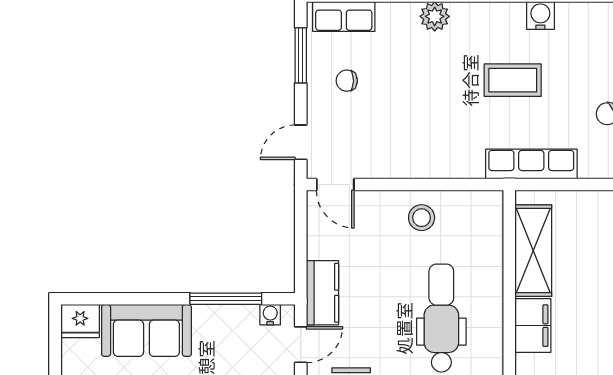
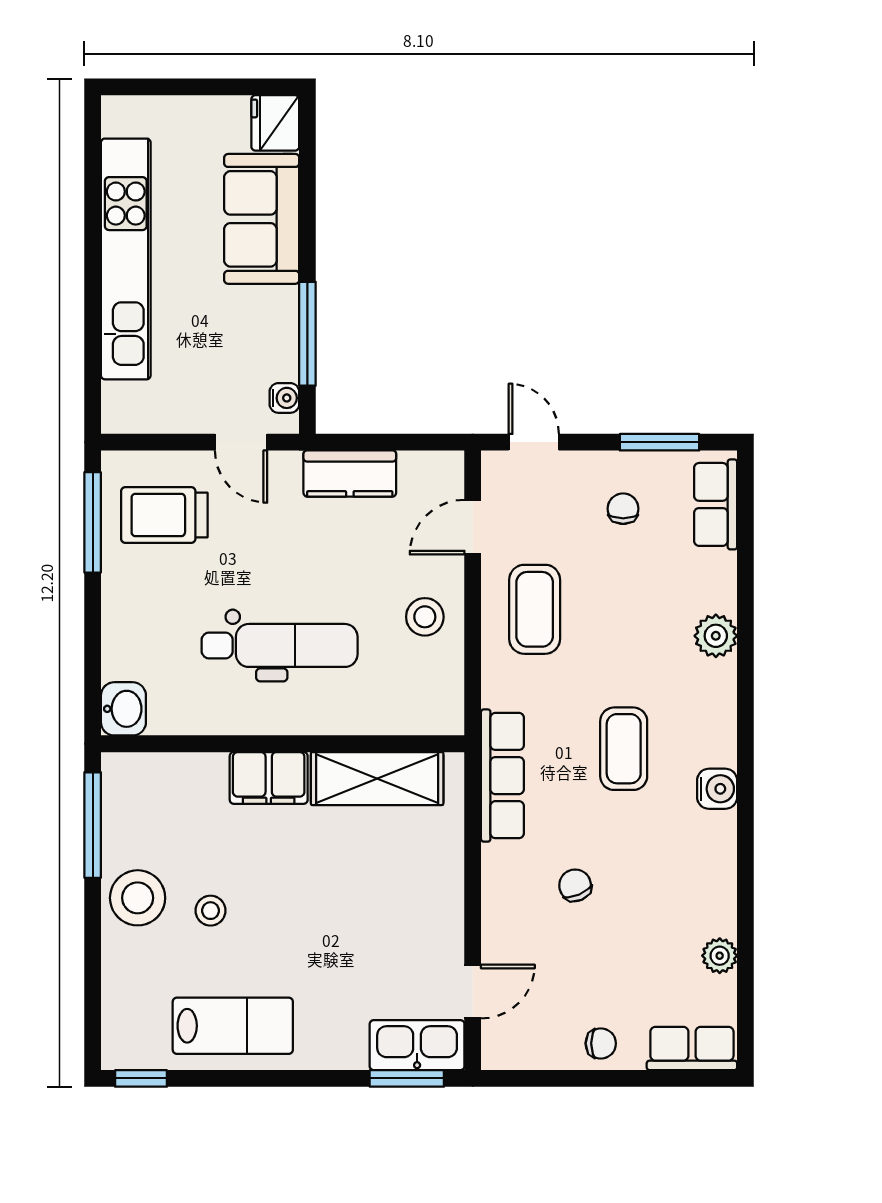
coffee table: (416, 142) -> (535, 609), added
door: (335, 185) -> (473, 527), moved
kitchen counter: (323, 293) -> (350, 474), moved

